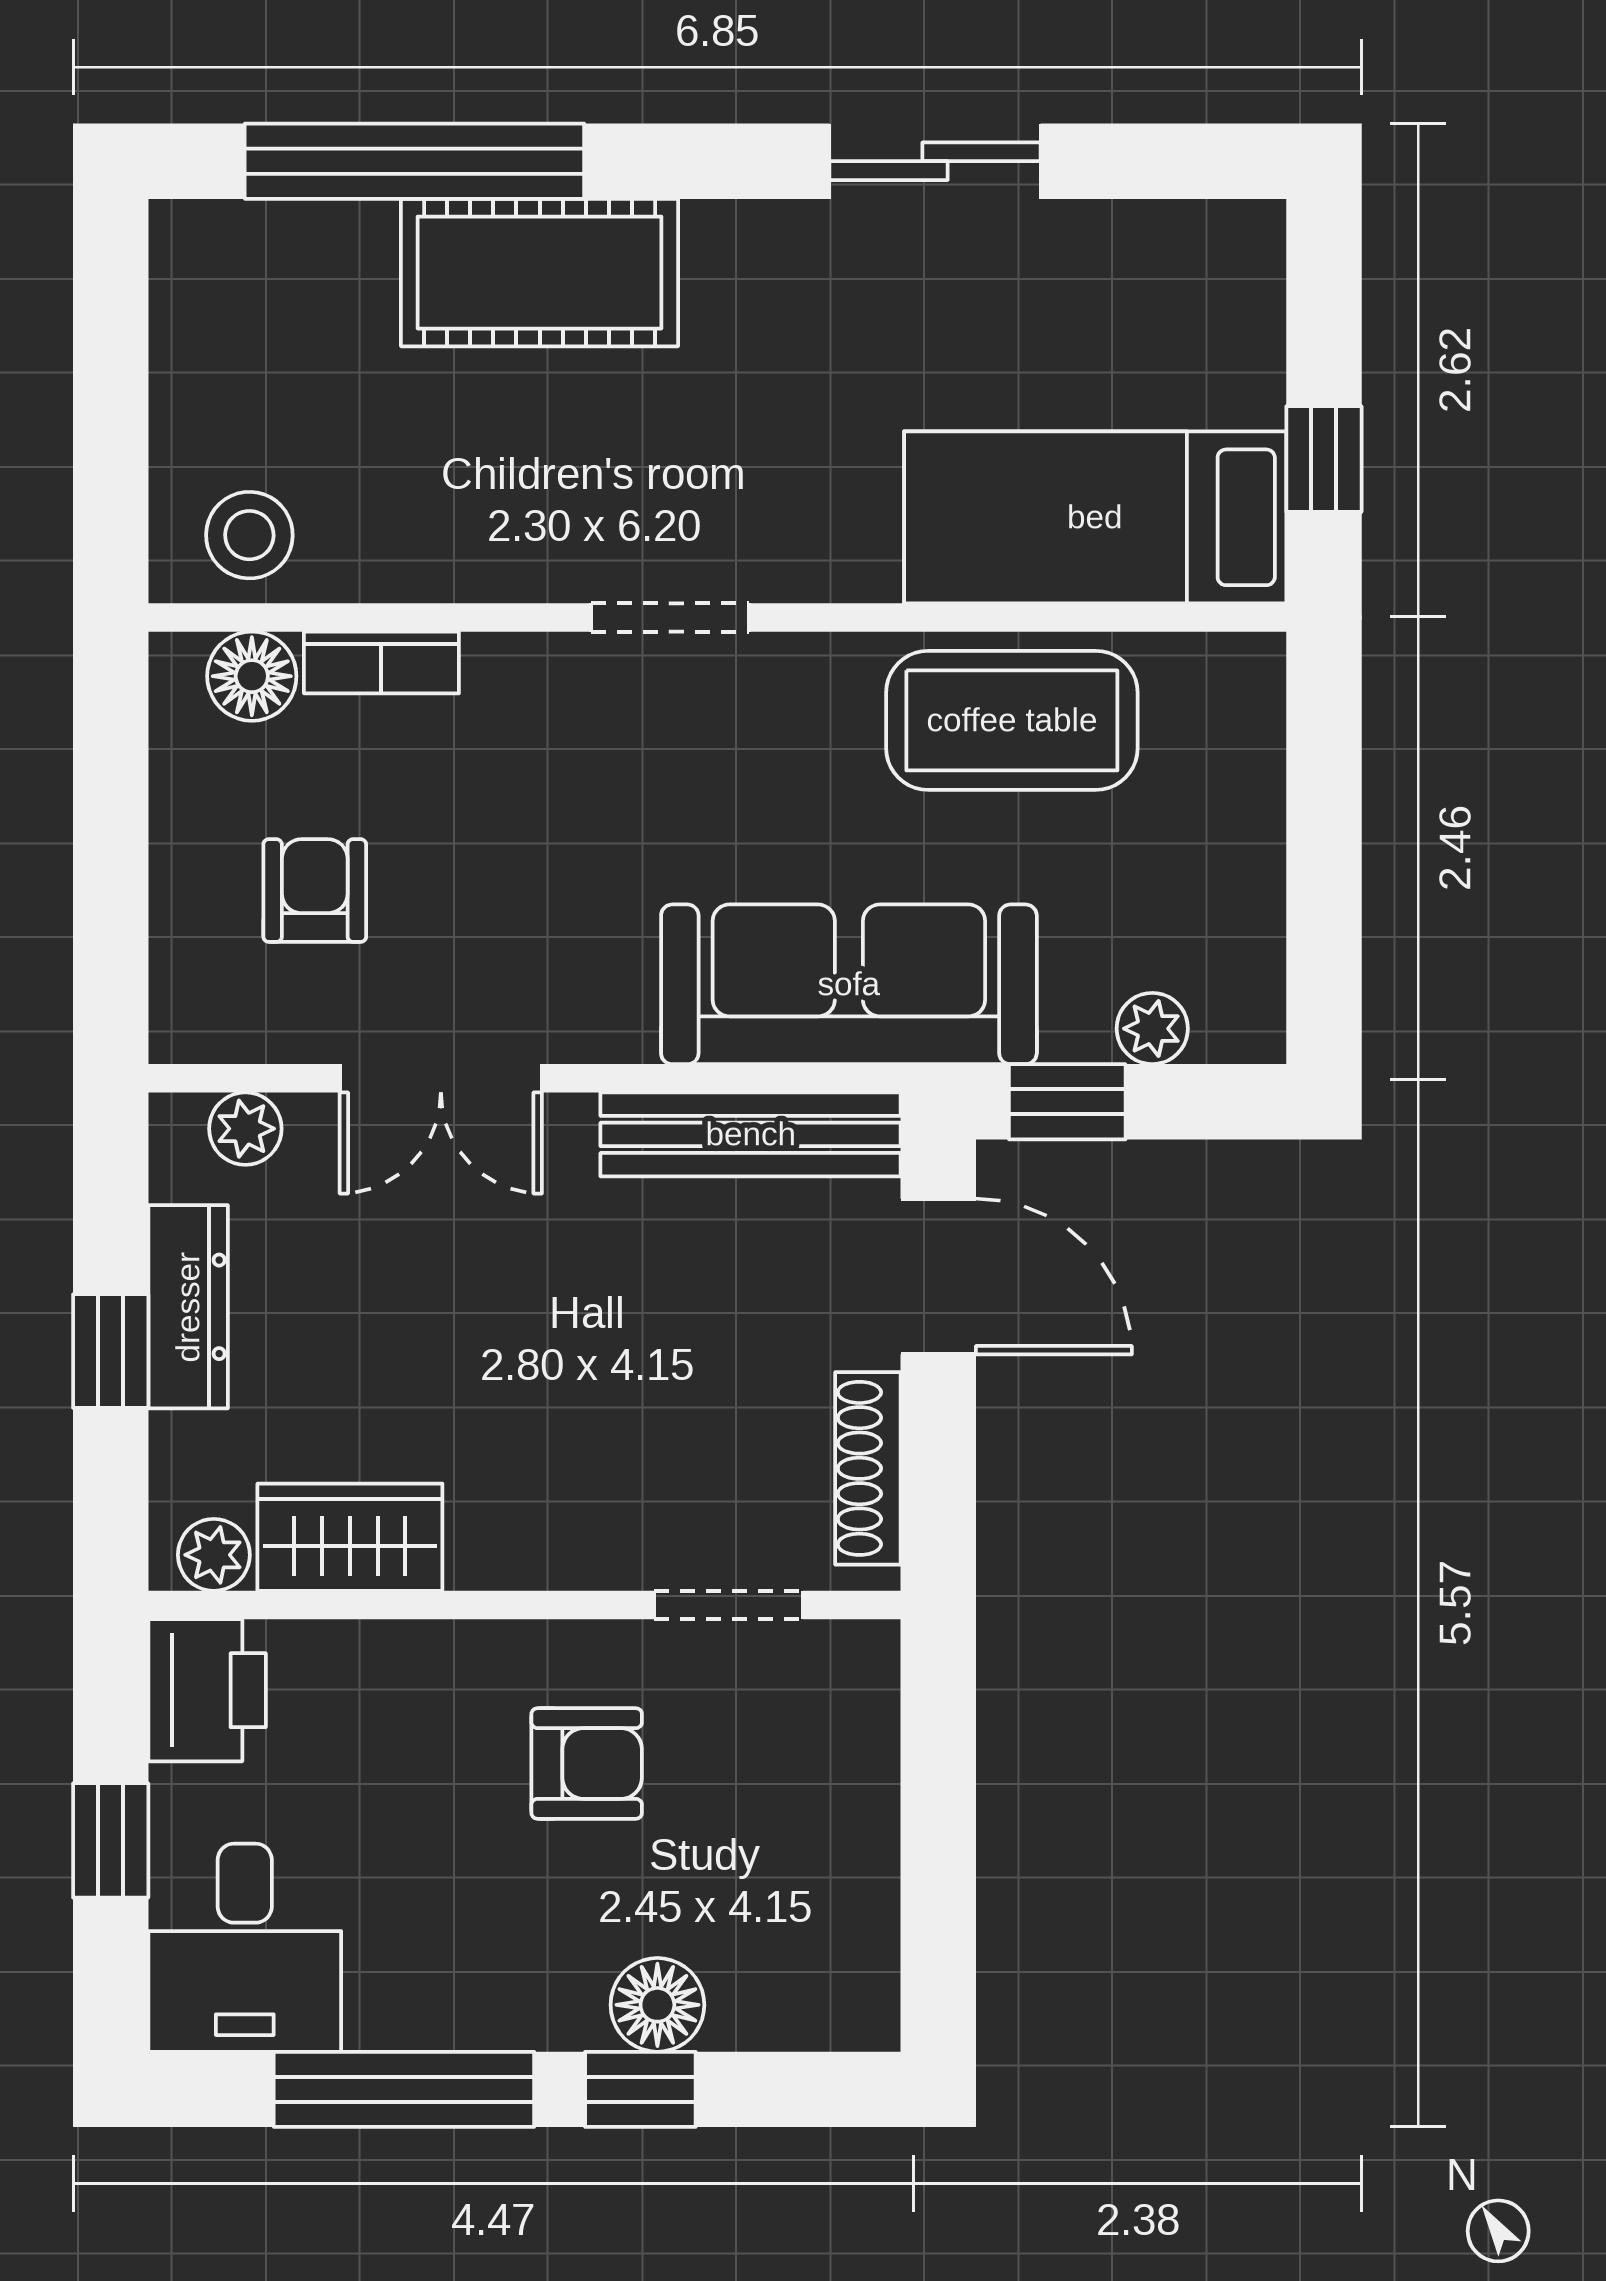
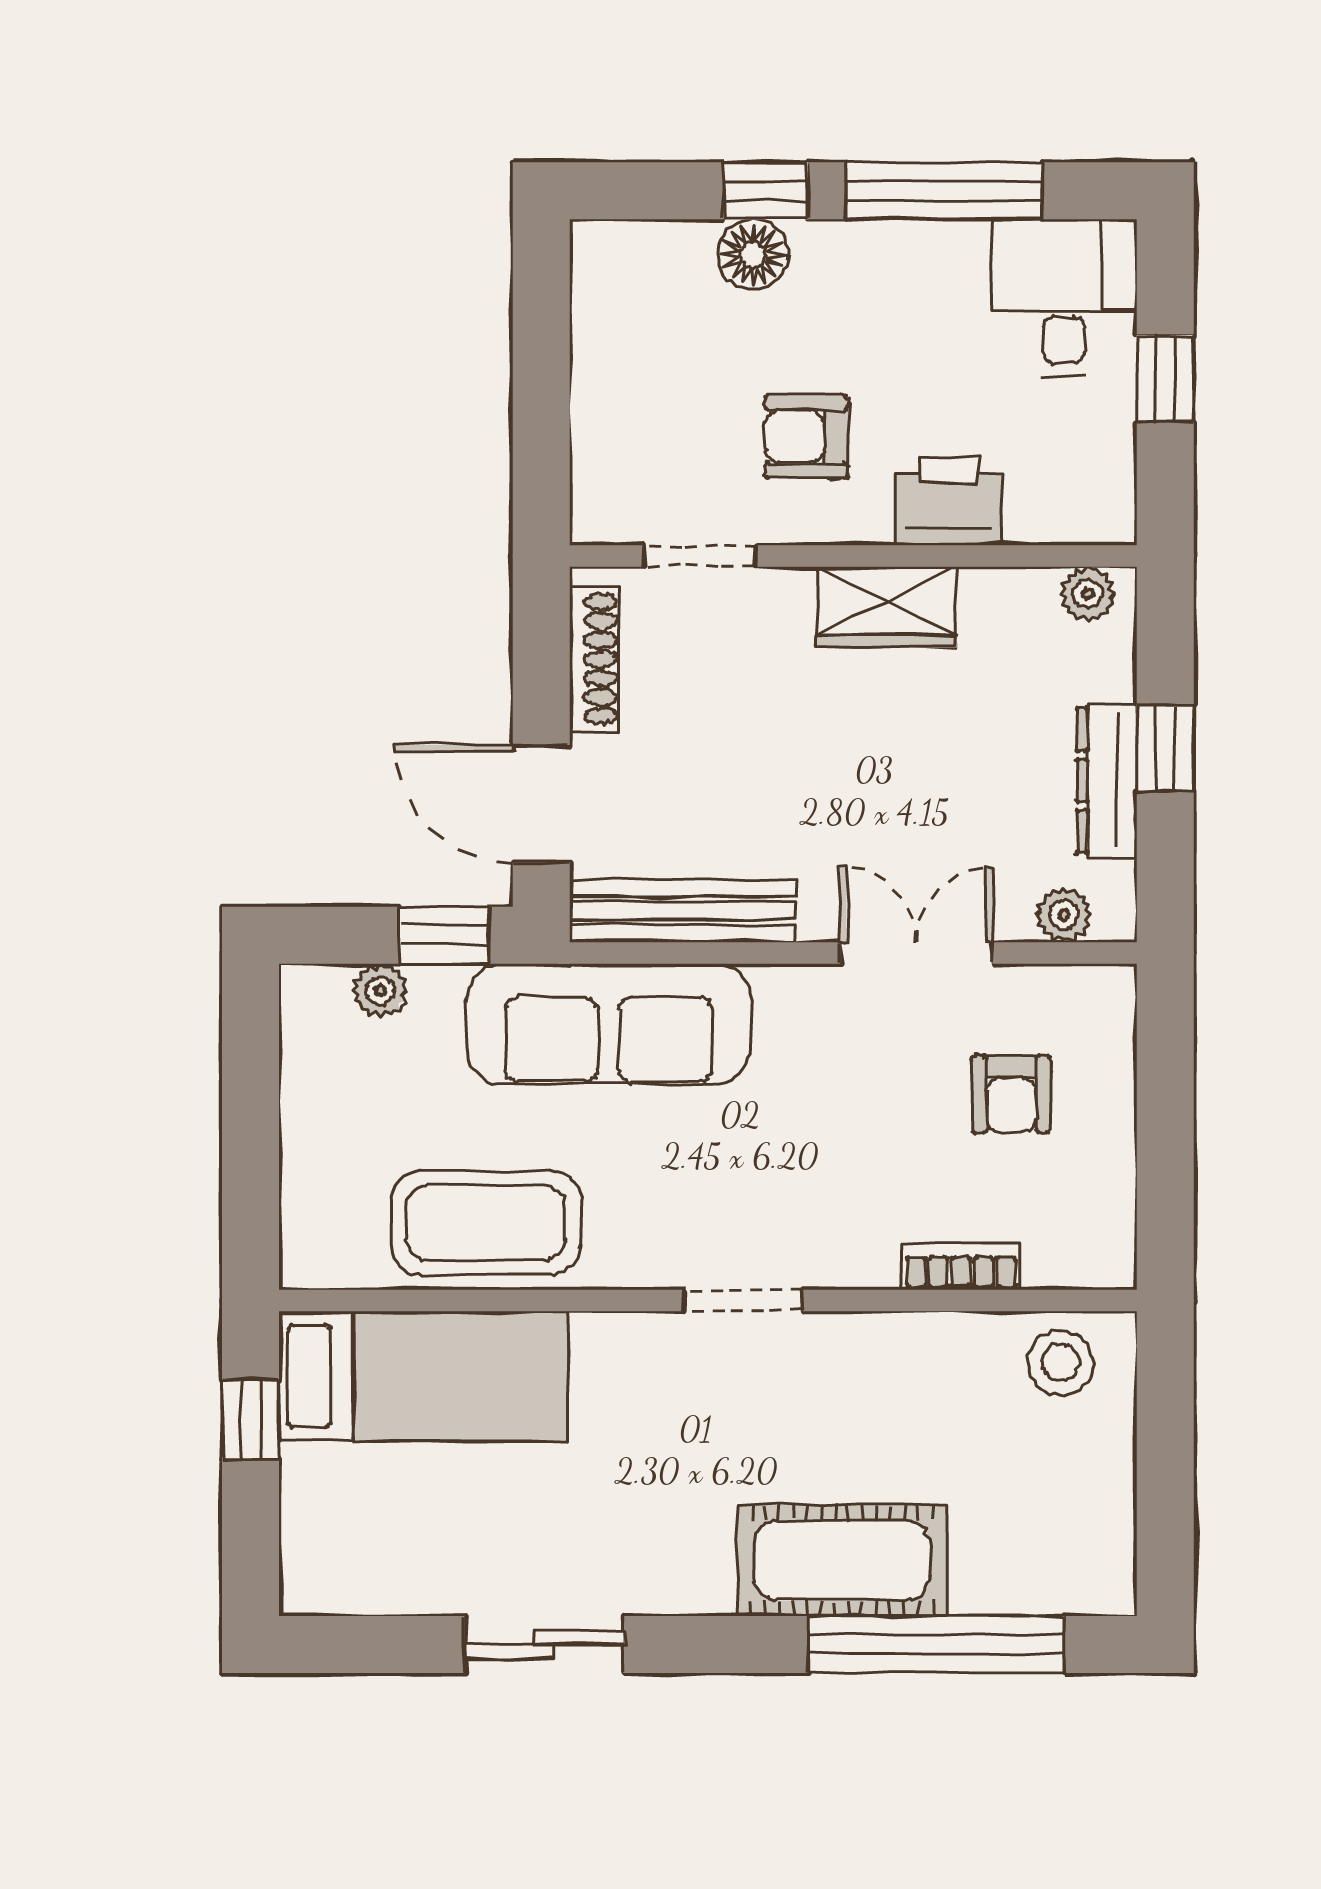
floor lamp: (252, 676) -> (1059, 1256), removed
wardrobe: (350, 1537) -> (887, 607), moved
printer: (207, 1690) -> (949, 501), moved, turned 90

